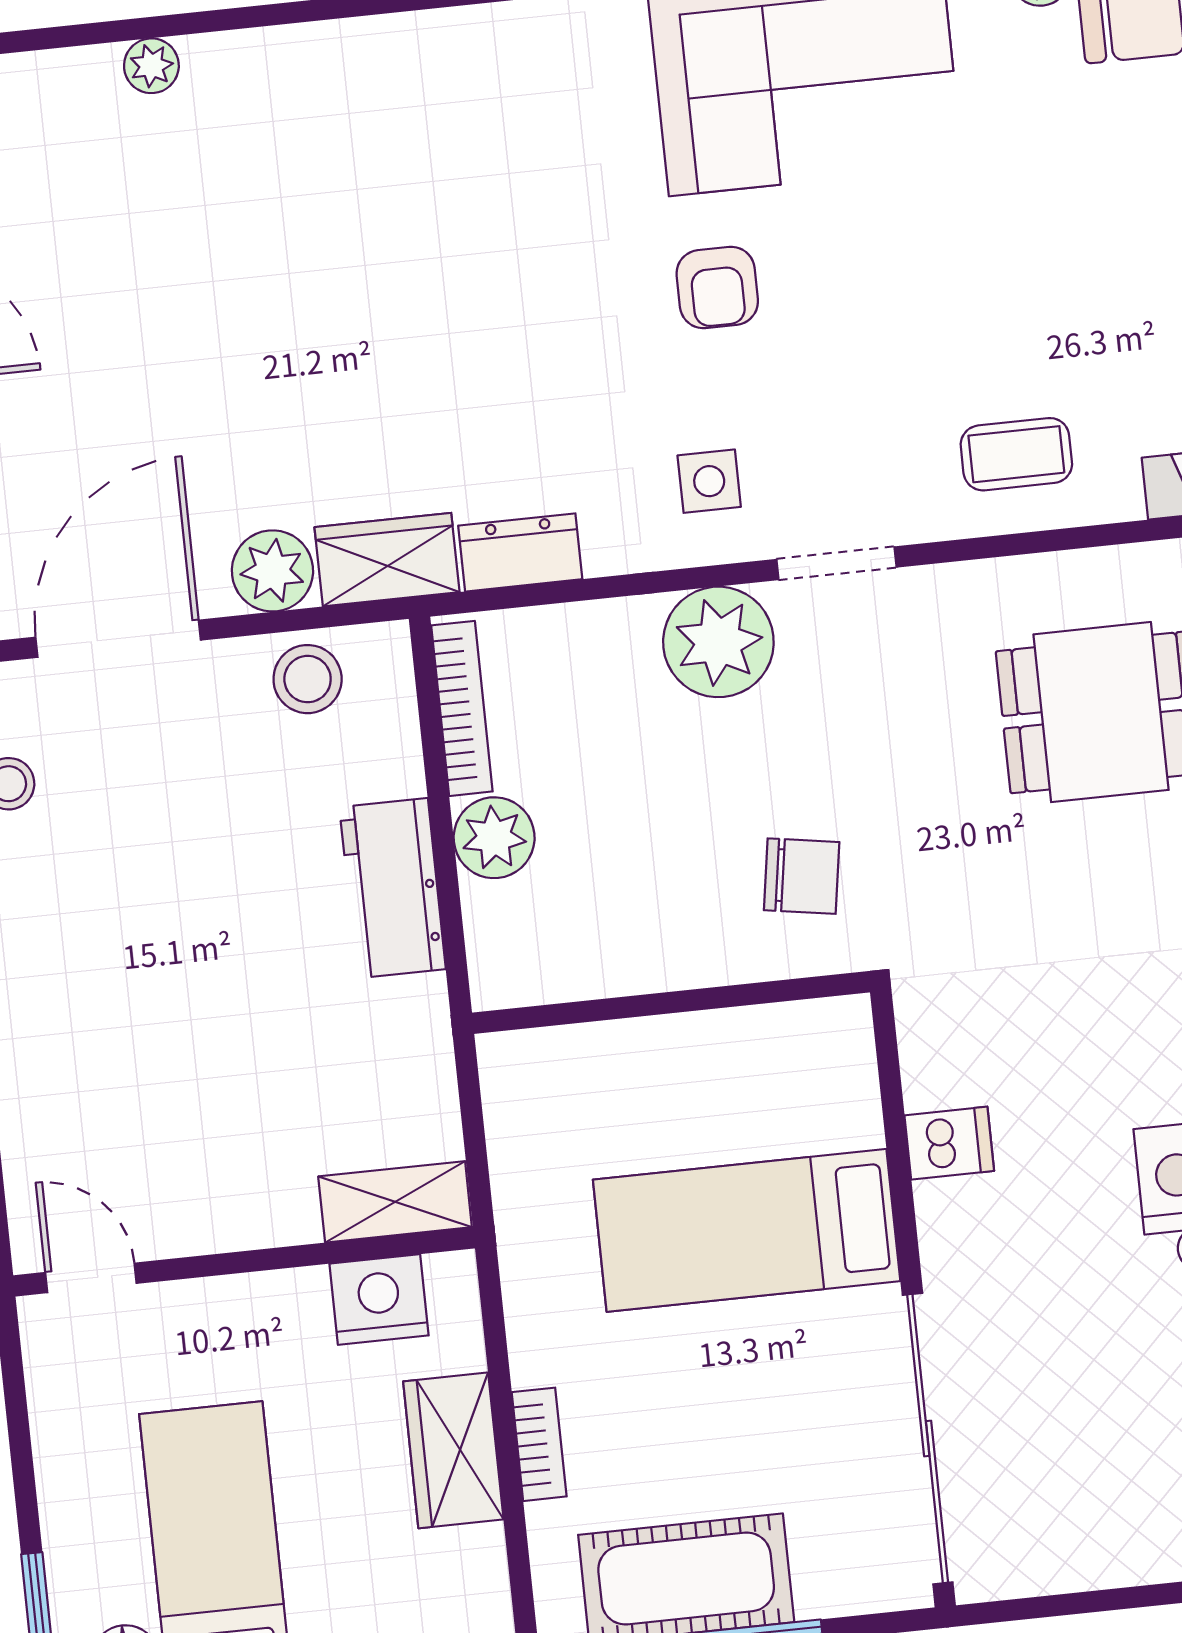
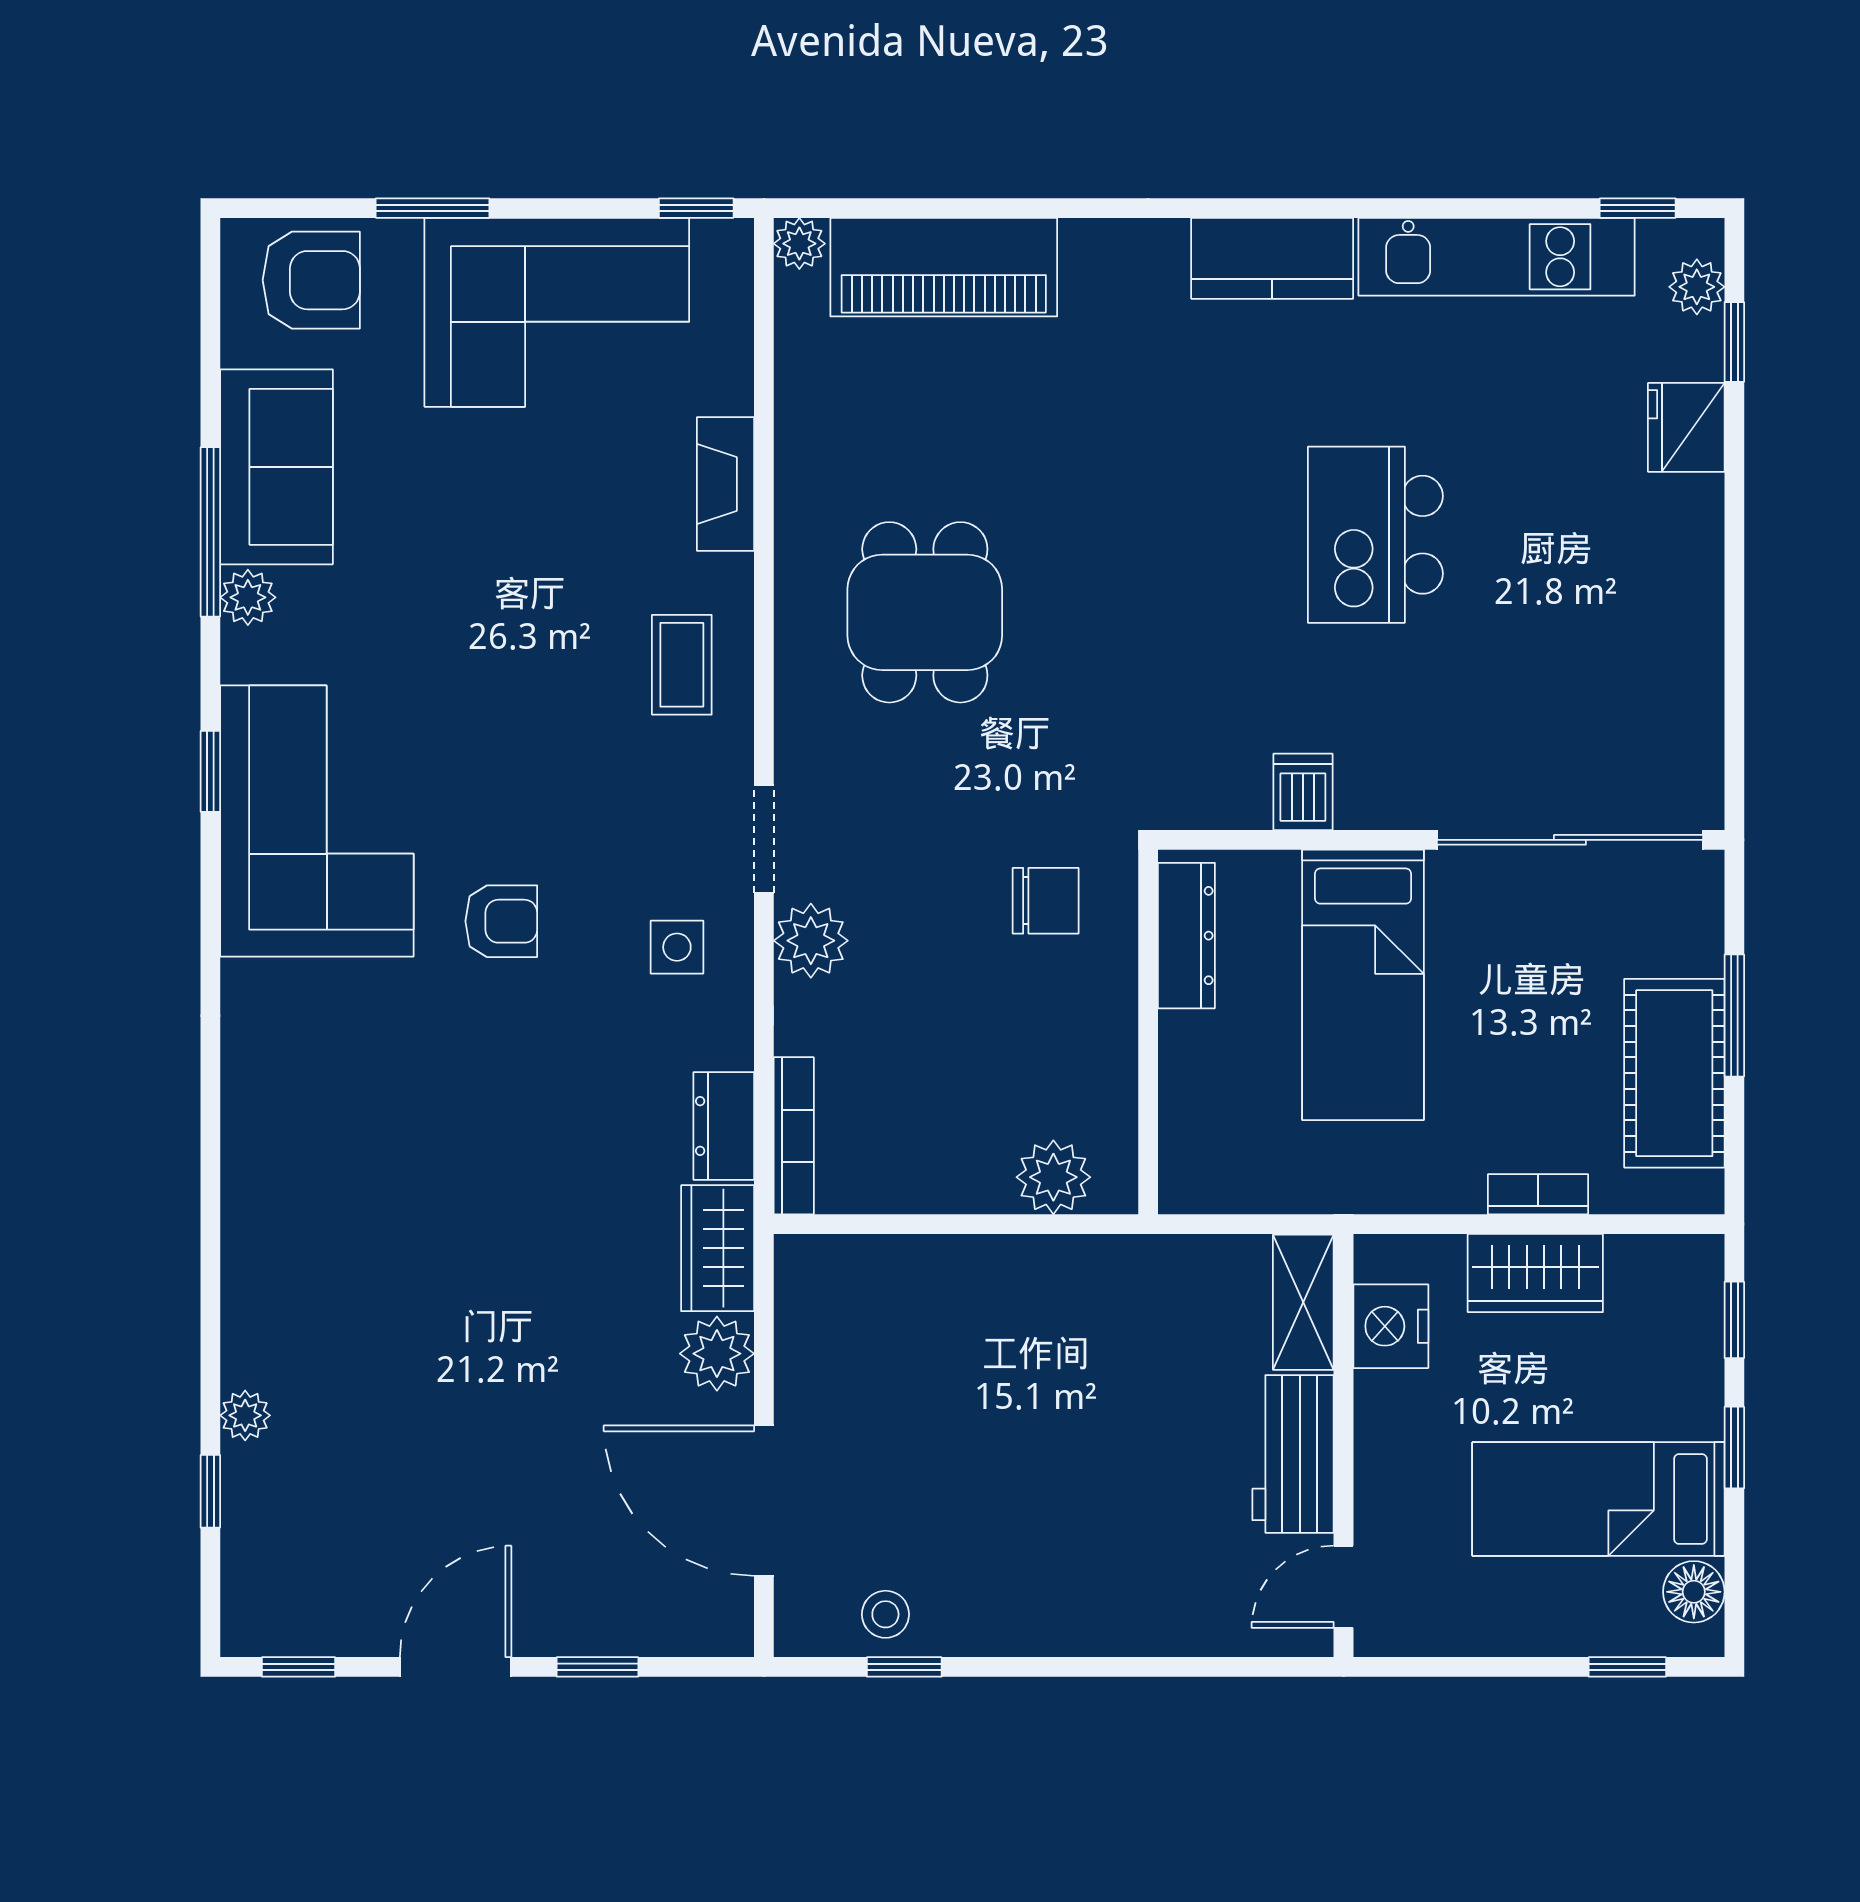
window: (65, 37) -> (210, 1491), added
plant: (718, 642) -> (811, 941), width x0.73, depth x0.73
stool: (308, 679) -> (819, 1332), removed
bookcase: (462, 708) -> (794, 1136), moved, turned 90
plant: (494, 838) -> (1053, 1177), moved
chair: (802, 876) -> (1046, 901), turned 81
workbench: (393, 888) -> (1293, 1454), moved, turned 90
dresser: (780, 1033) -> (1186, 936), added

